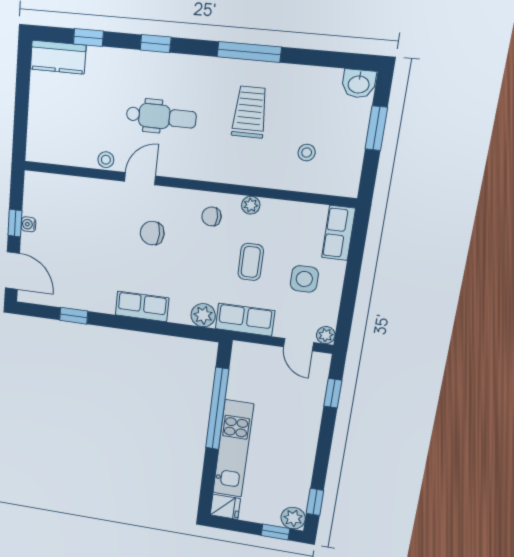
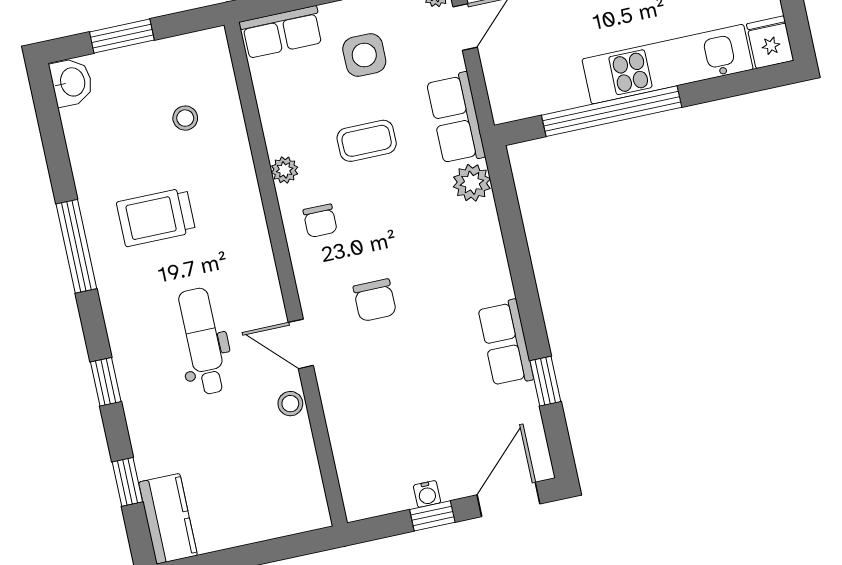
row of seats: (142, 306) -> (506, 343), moved

